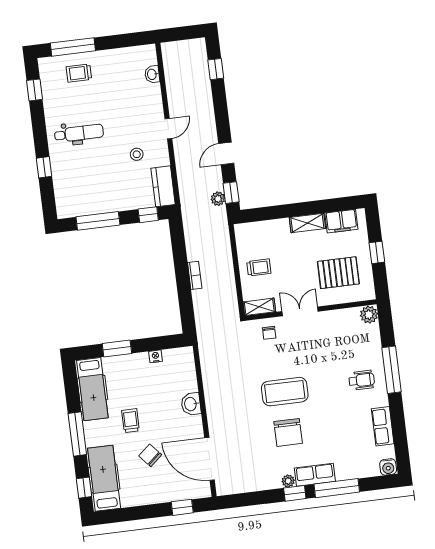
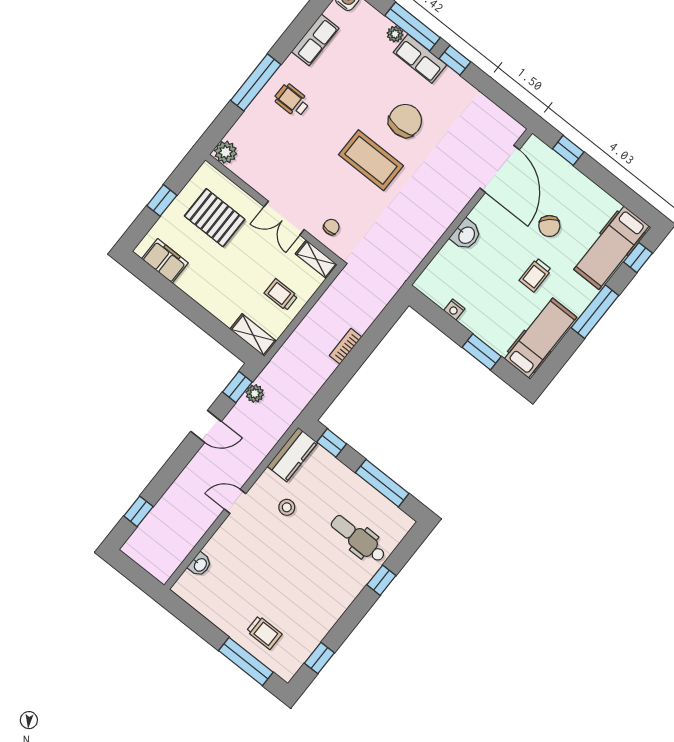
dental chair: (79, 133) -> (358, 539), moved
shelving: (307, 223) -> (253, 335), moved
plant: (288, 481) -> (395, 34), moved

